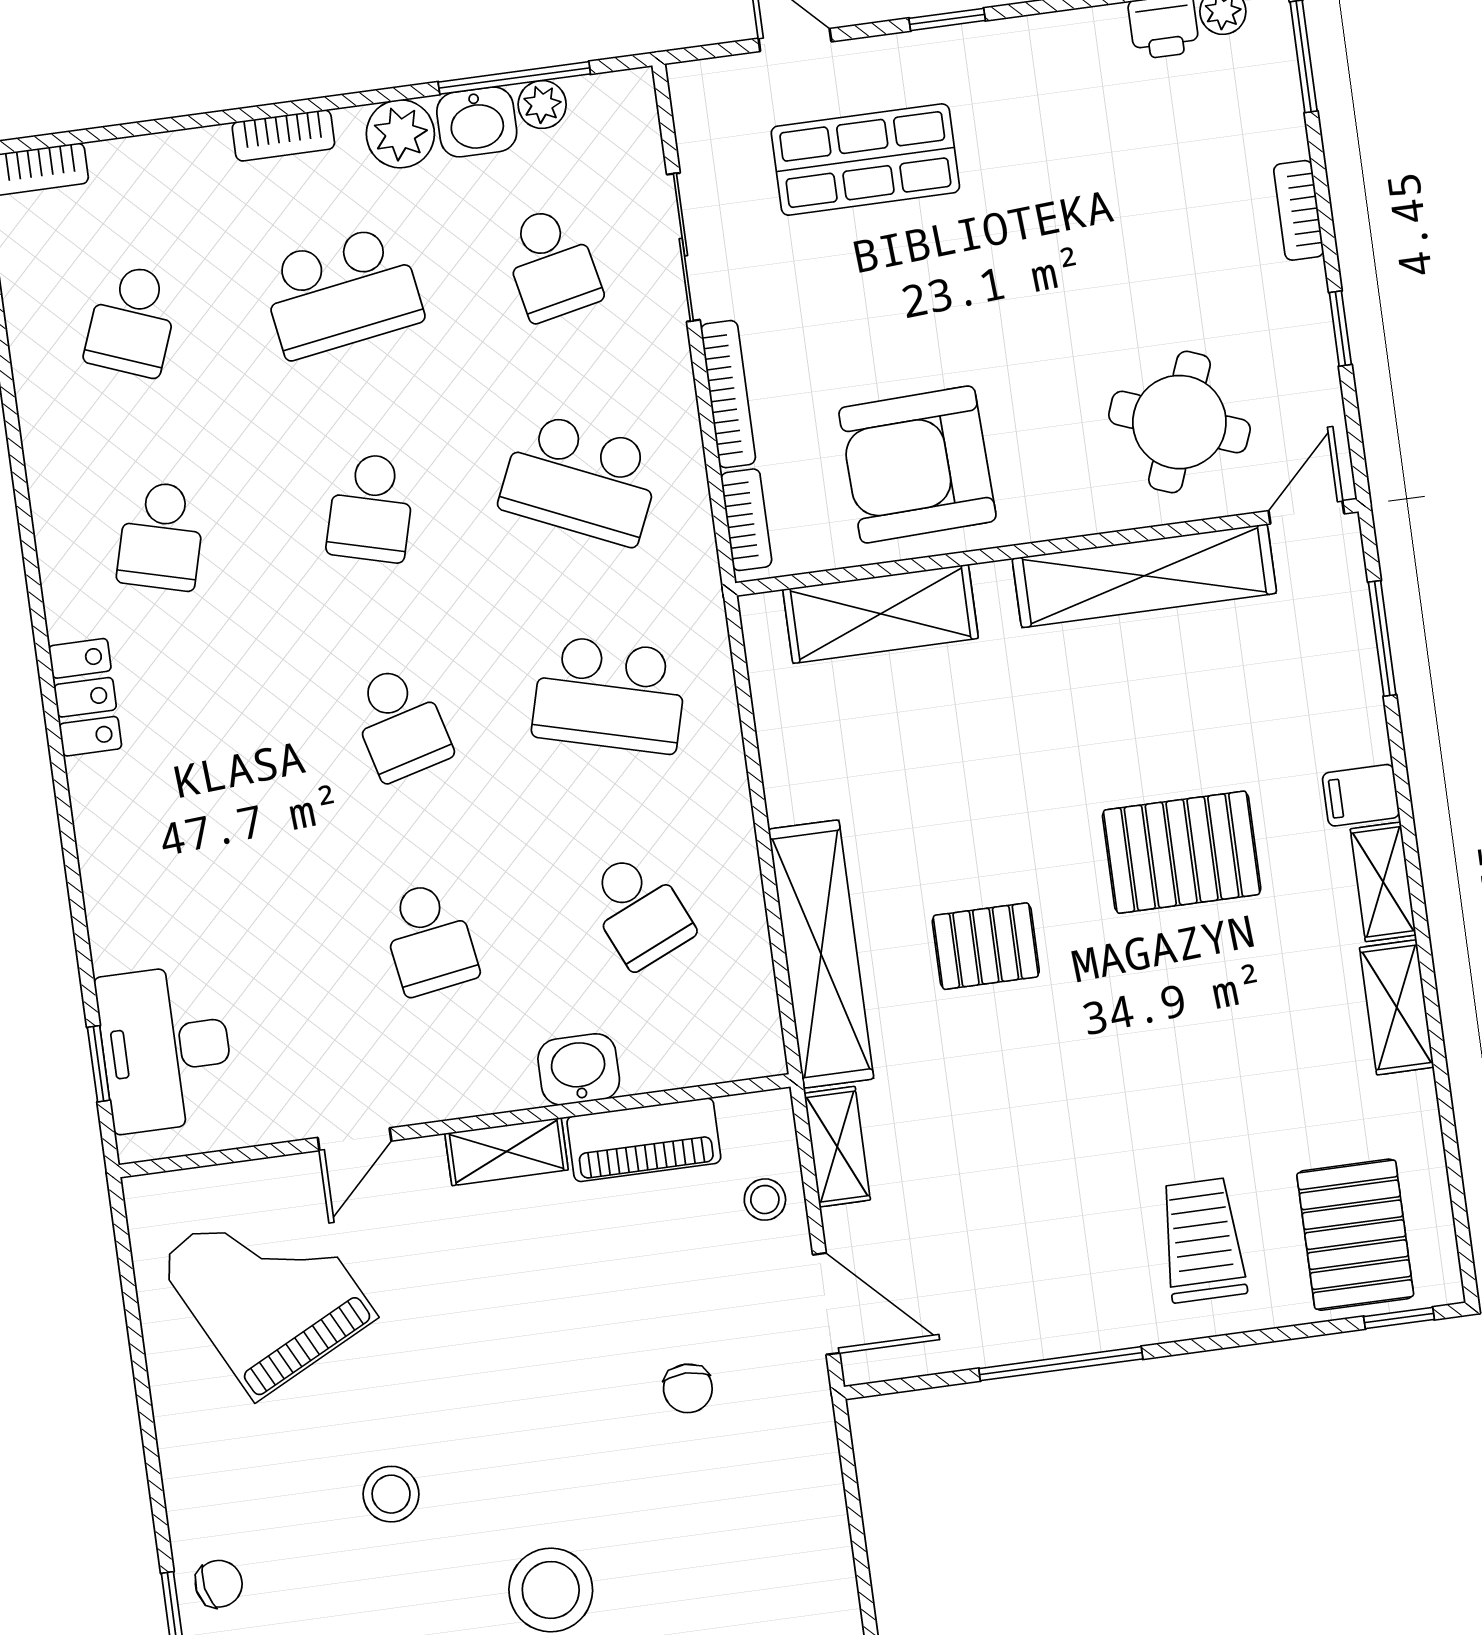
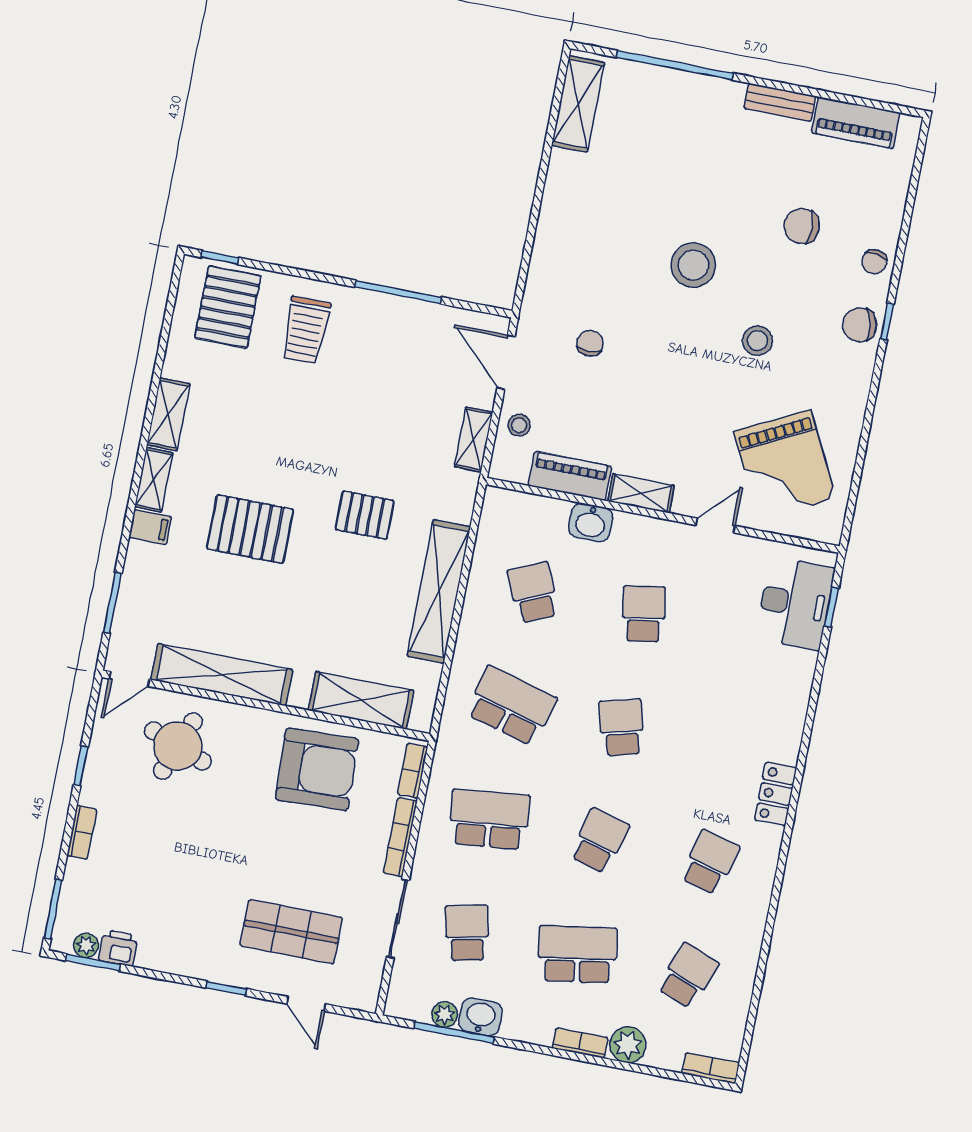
plant: (400, 134) -> (628, 1045), moved
school desk: (581, 479) -> (489, 819), turned -30
shelving: (821, 954) -> (439, 591), moved
chair: (219, 1584) -> (860, 325), width x1.37, depth x1.37

